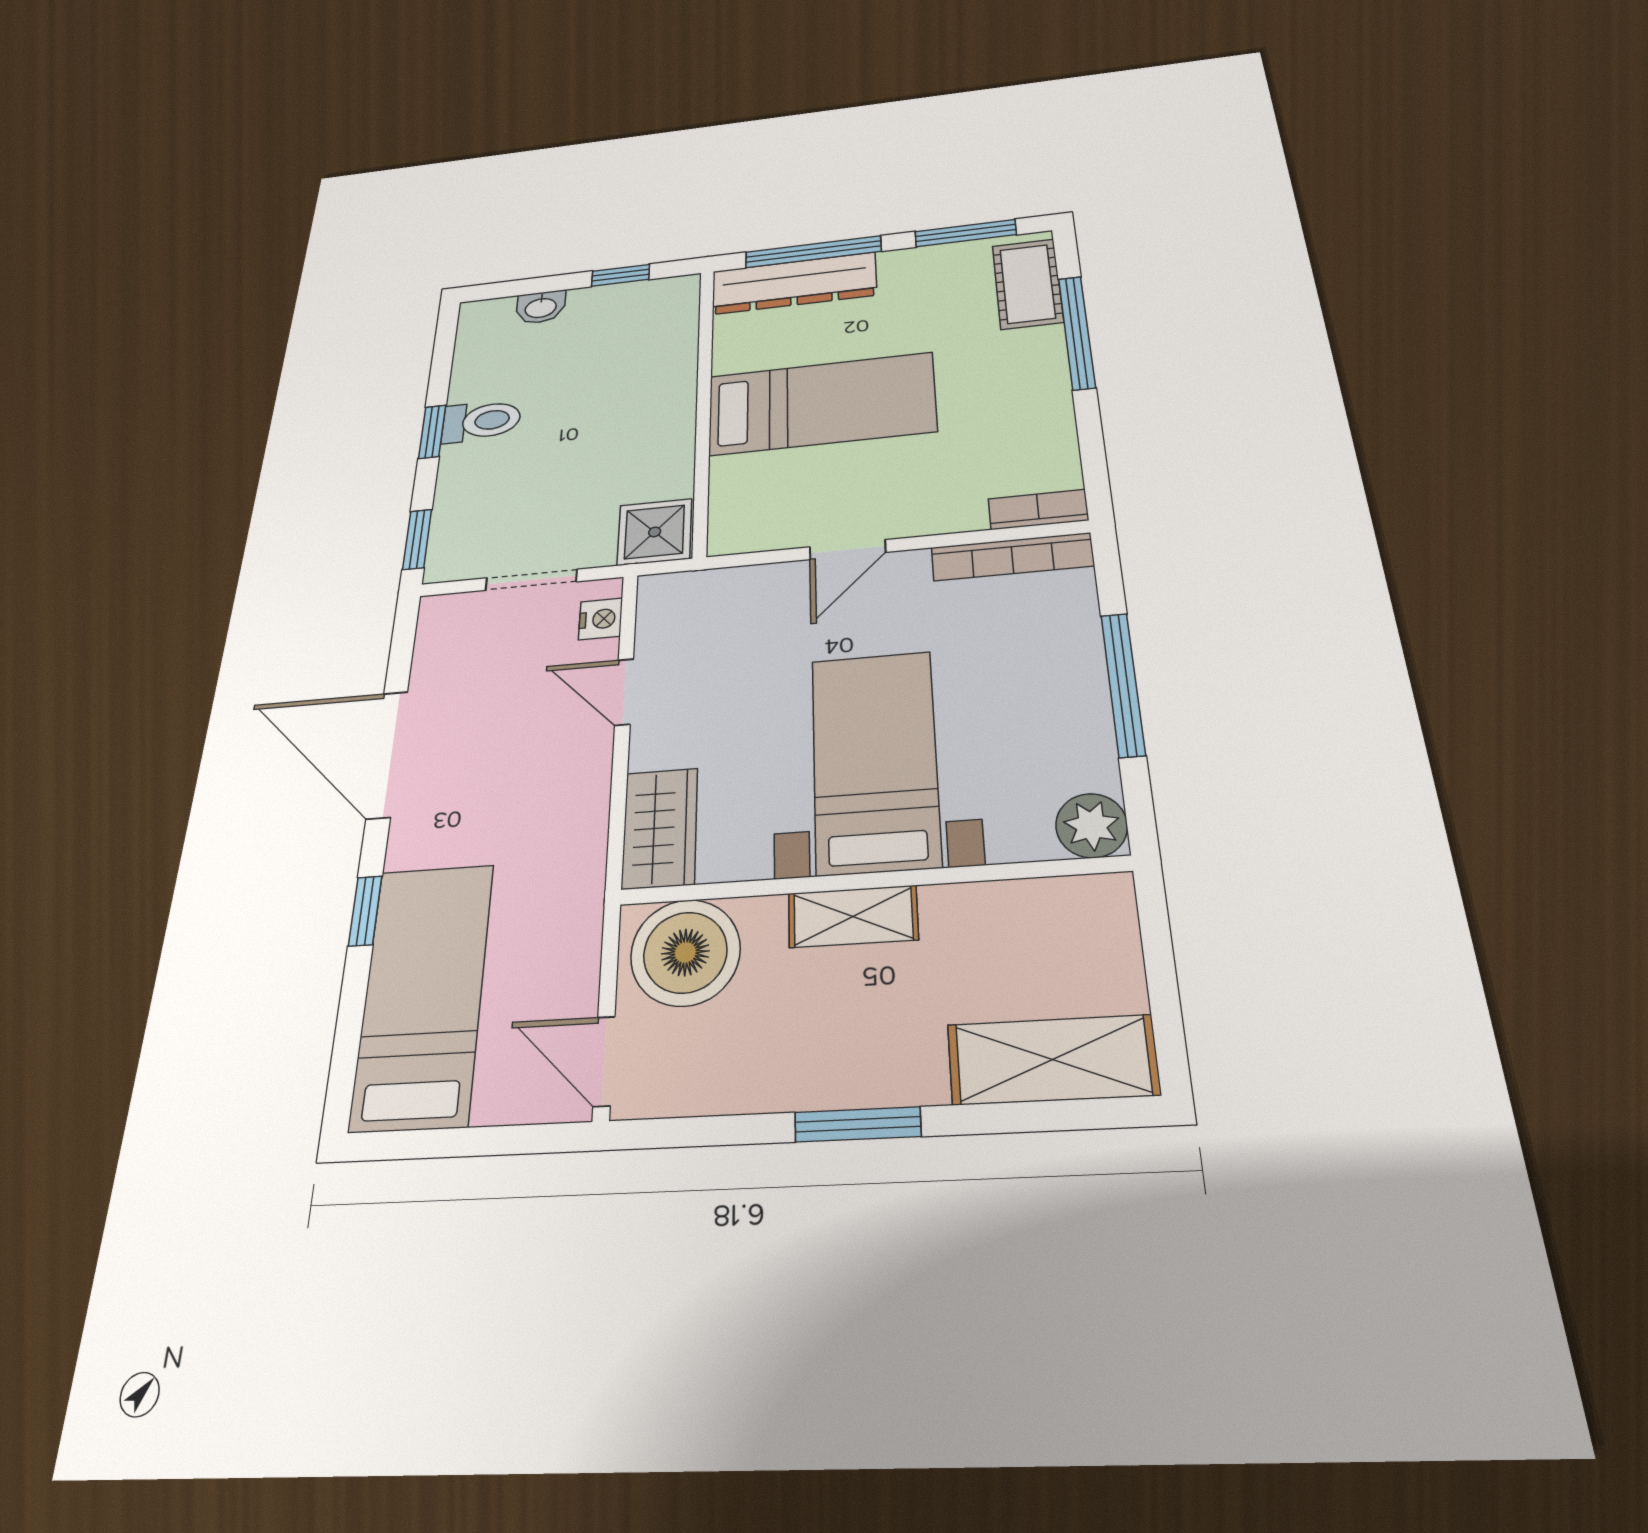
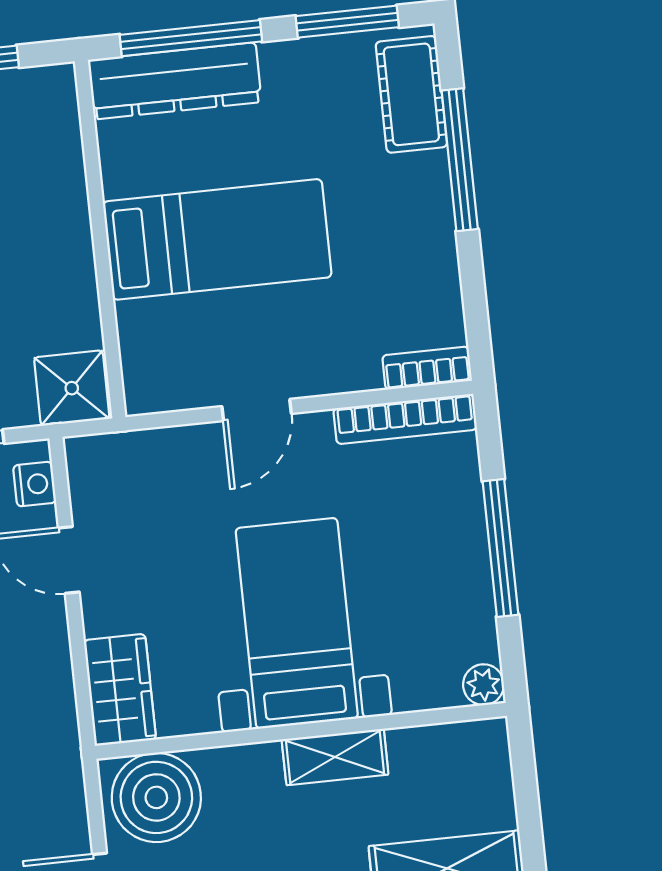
plant: (1092, 826) -> (483, 685), width x0.73, depth x0.73
shelving: (853, 916) -> (335, 757), moved

